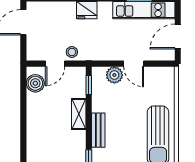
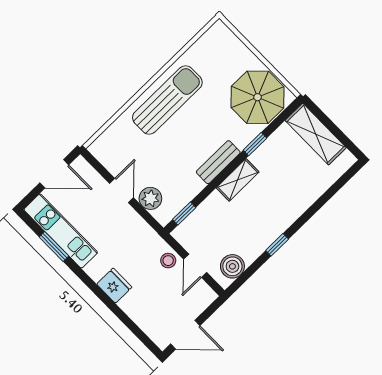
door: (55, 64) -> (195, 266), swing flipped
shelving: (79, 114) -> (238, 180), moved
window: (23, 118) -> (277, 245), added

